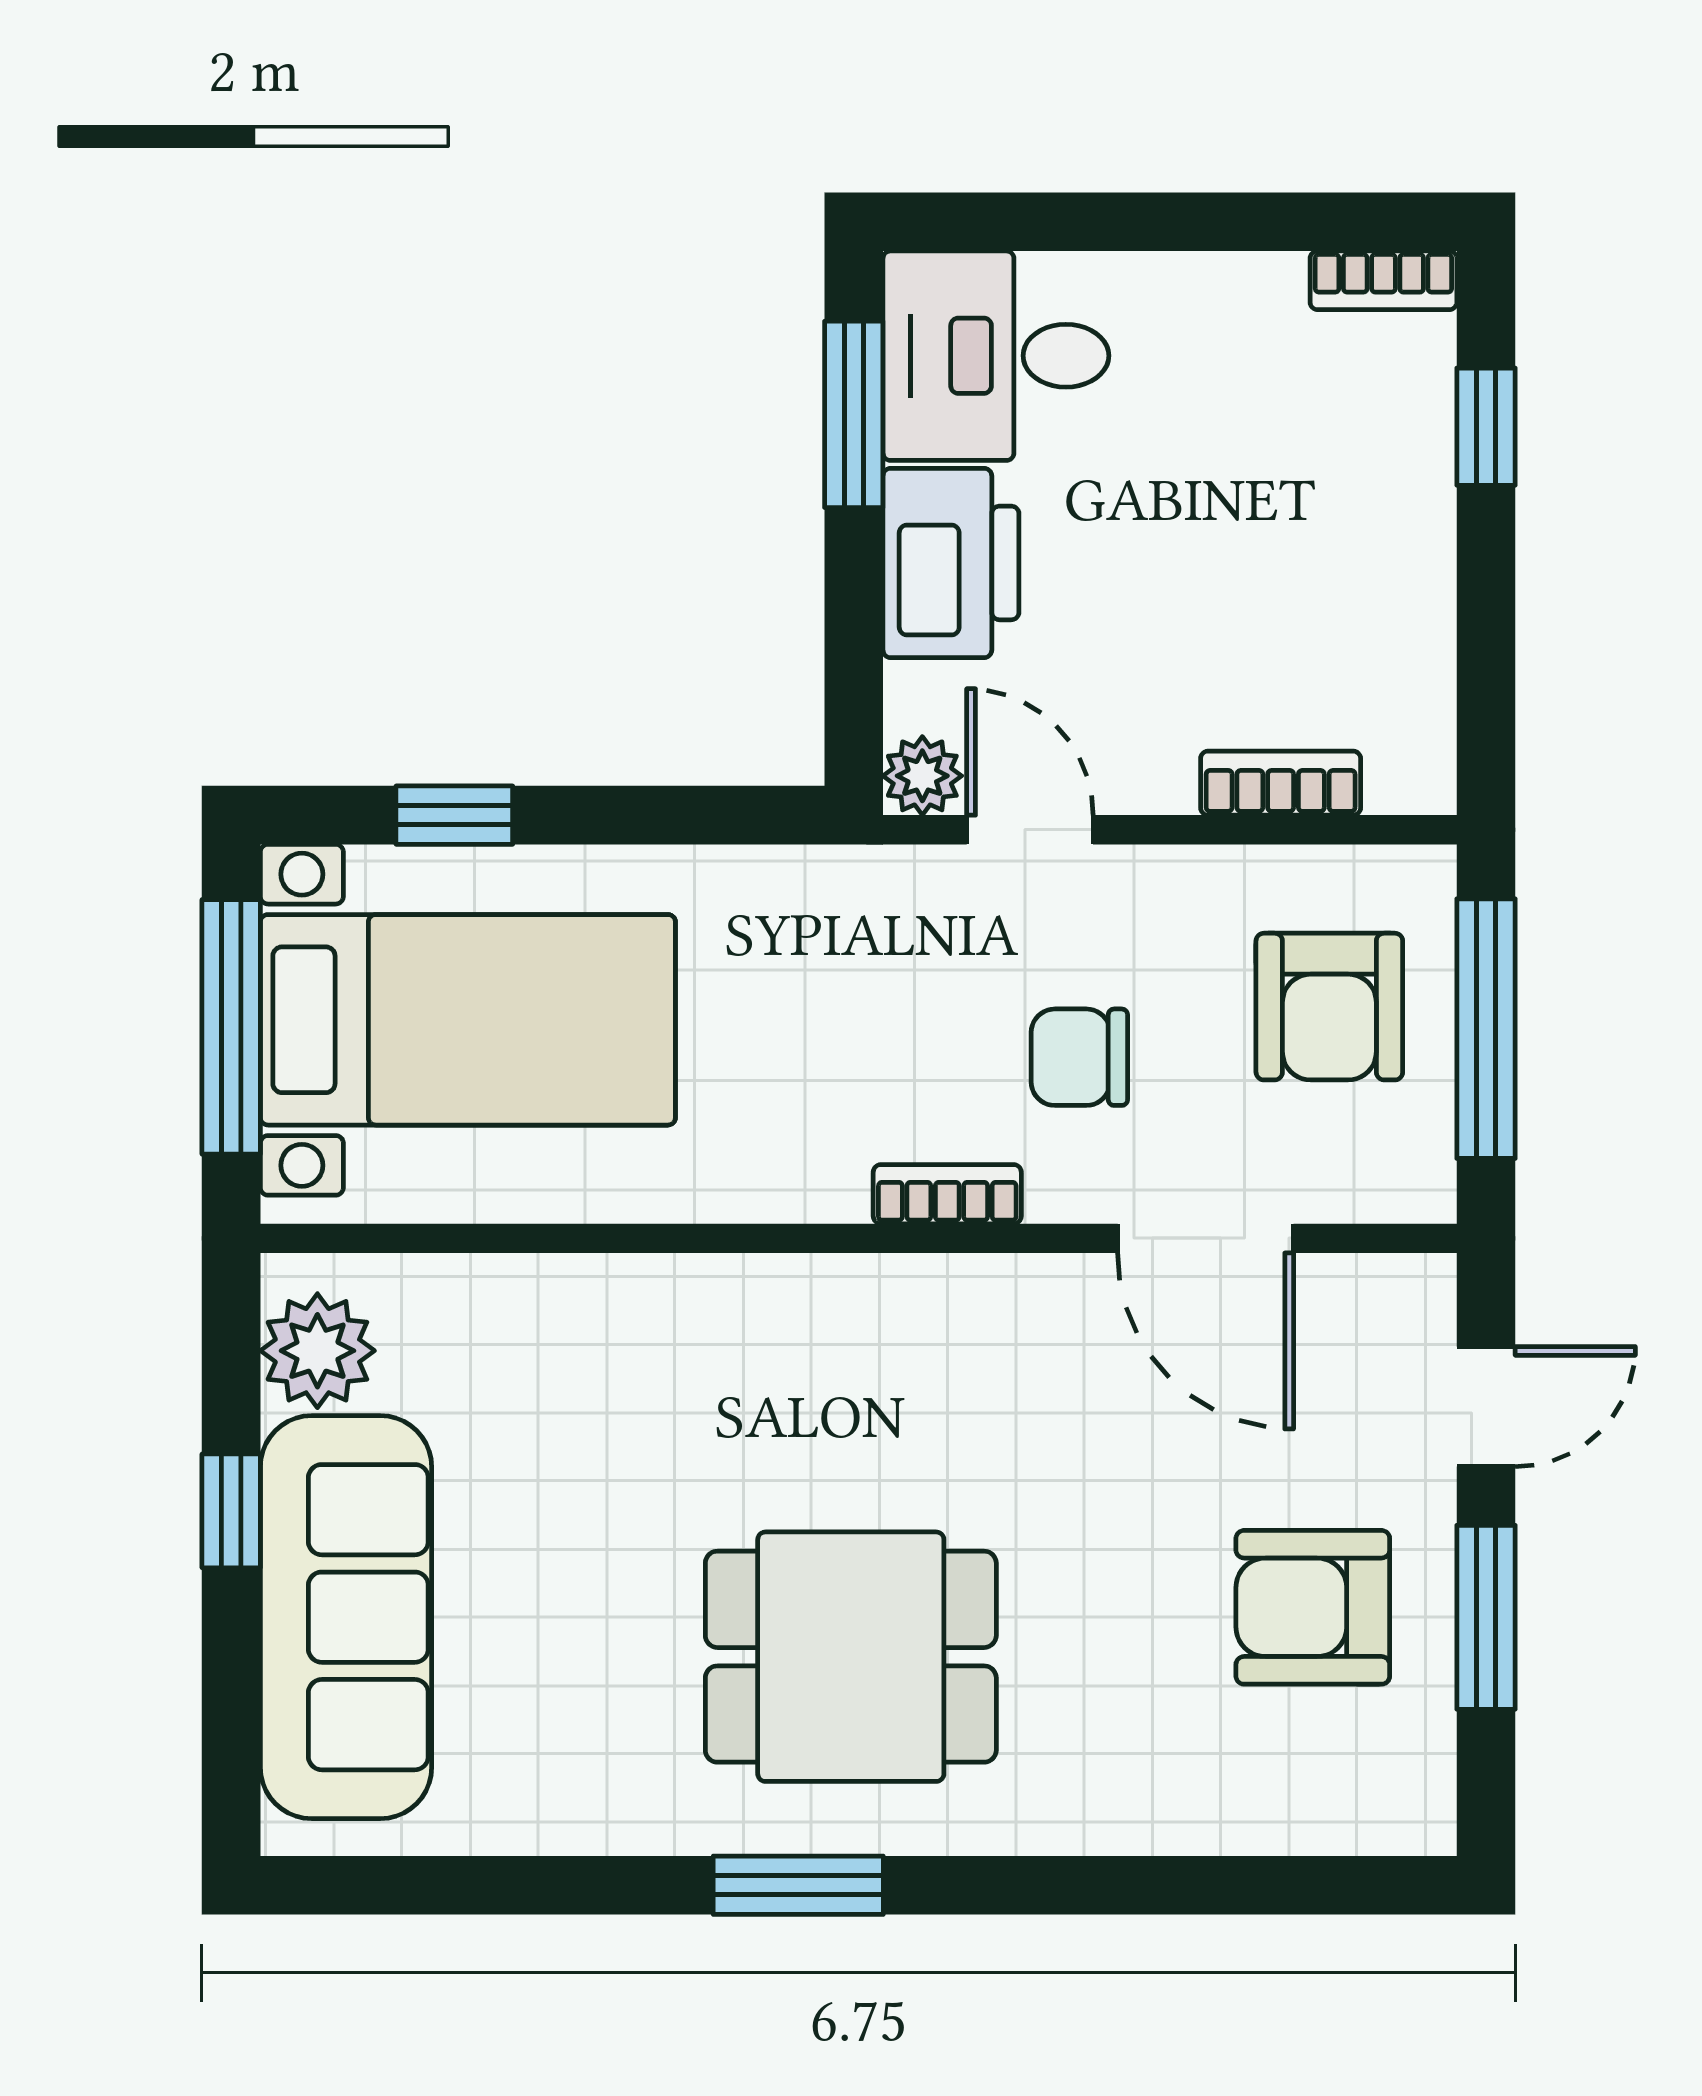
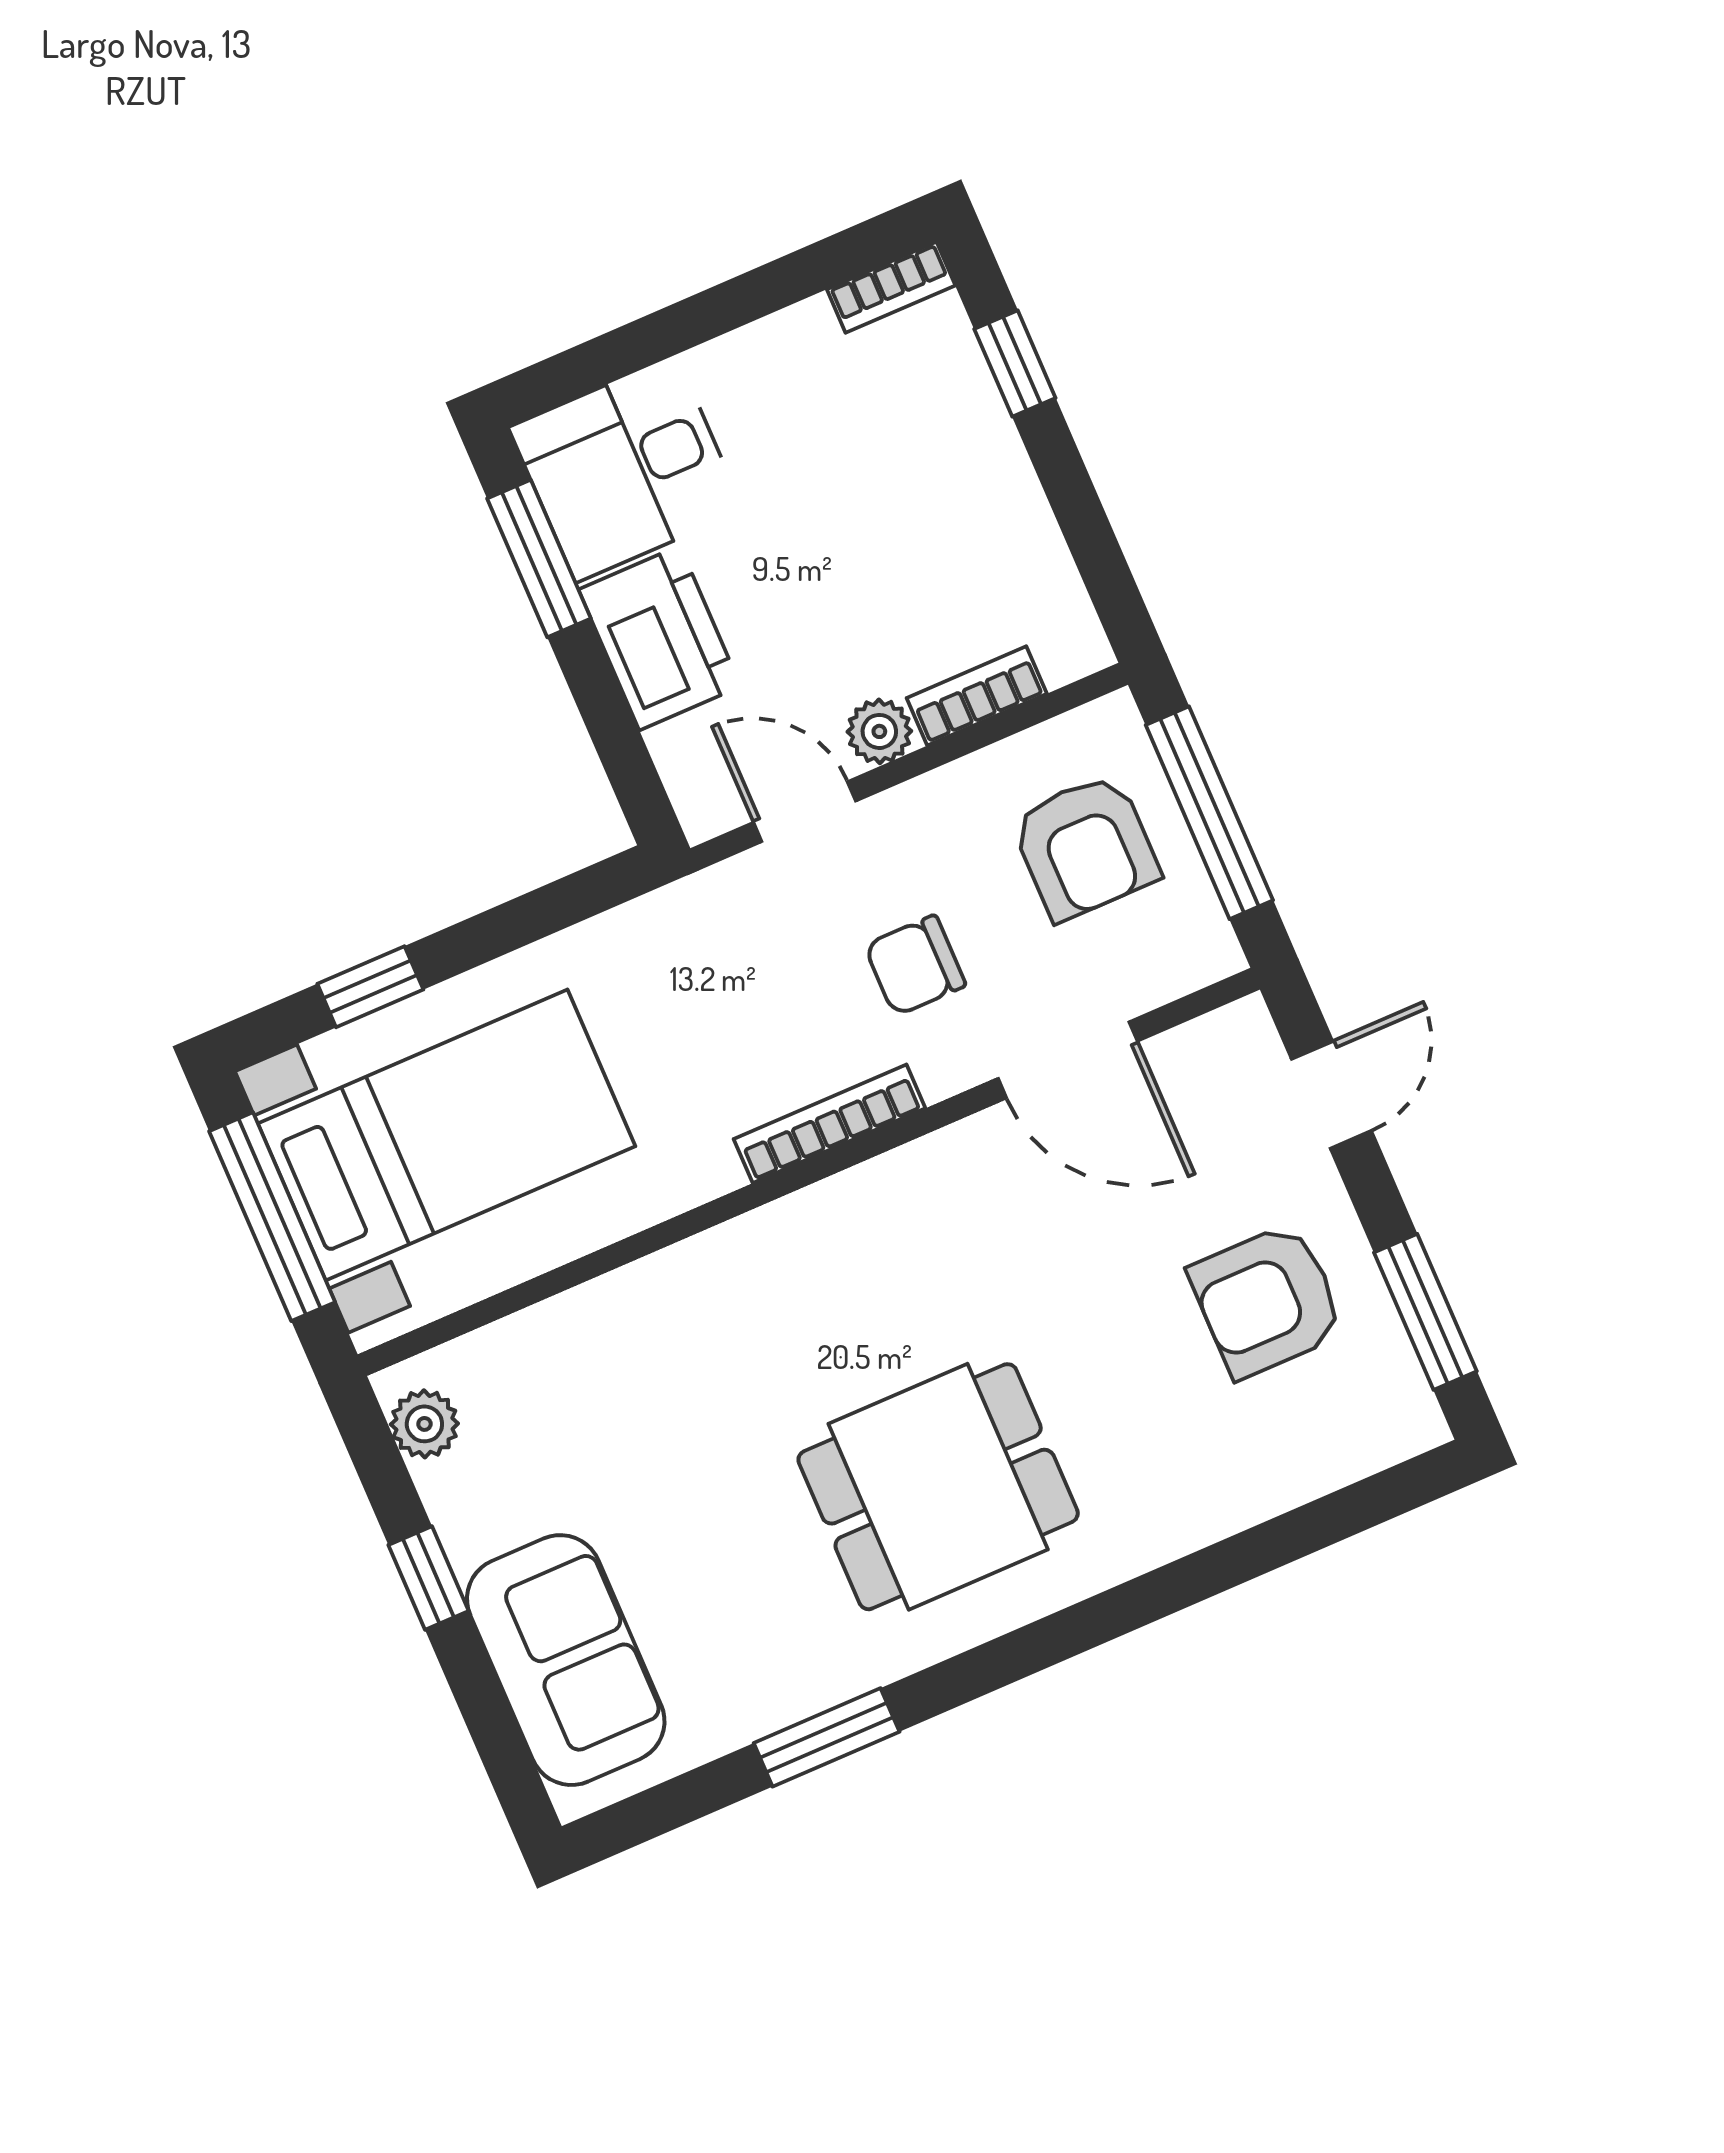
plant: (922, 776) -> (879, 731), moved
bookcase: (947, 1194) -> (830, 1124), width x1.56
plant: (317, 1351) -> (424, 1424), width x0.73, depth x0.73
sofa: (346, 1617) -> (566, 1660), width x0.73
window: (1486, 1617) -> (1425, 1312), moved
window: (798, 1885) -> (827, 1737), moved

